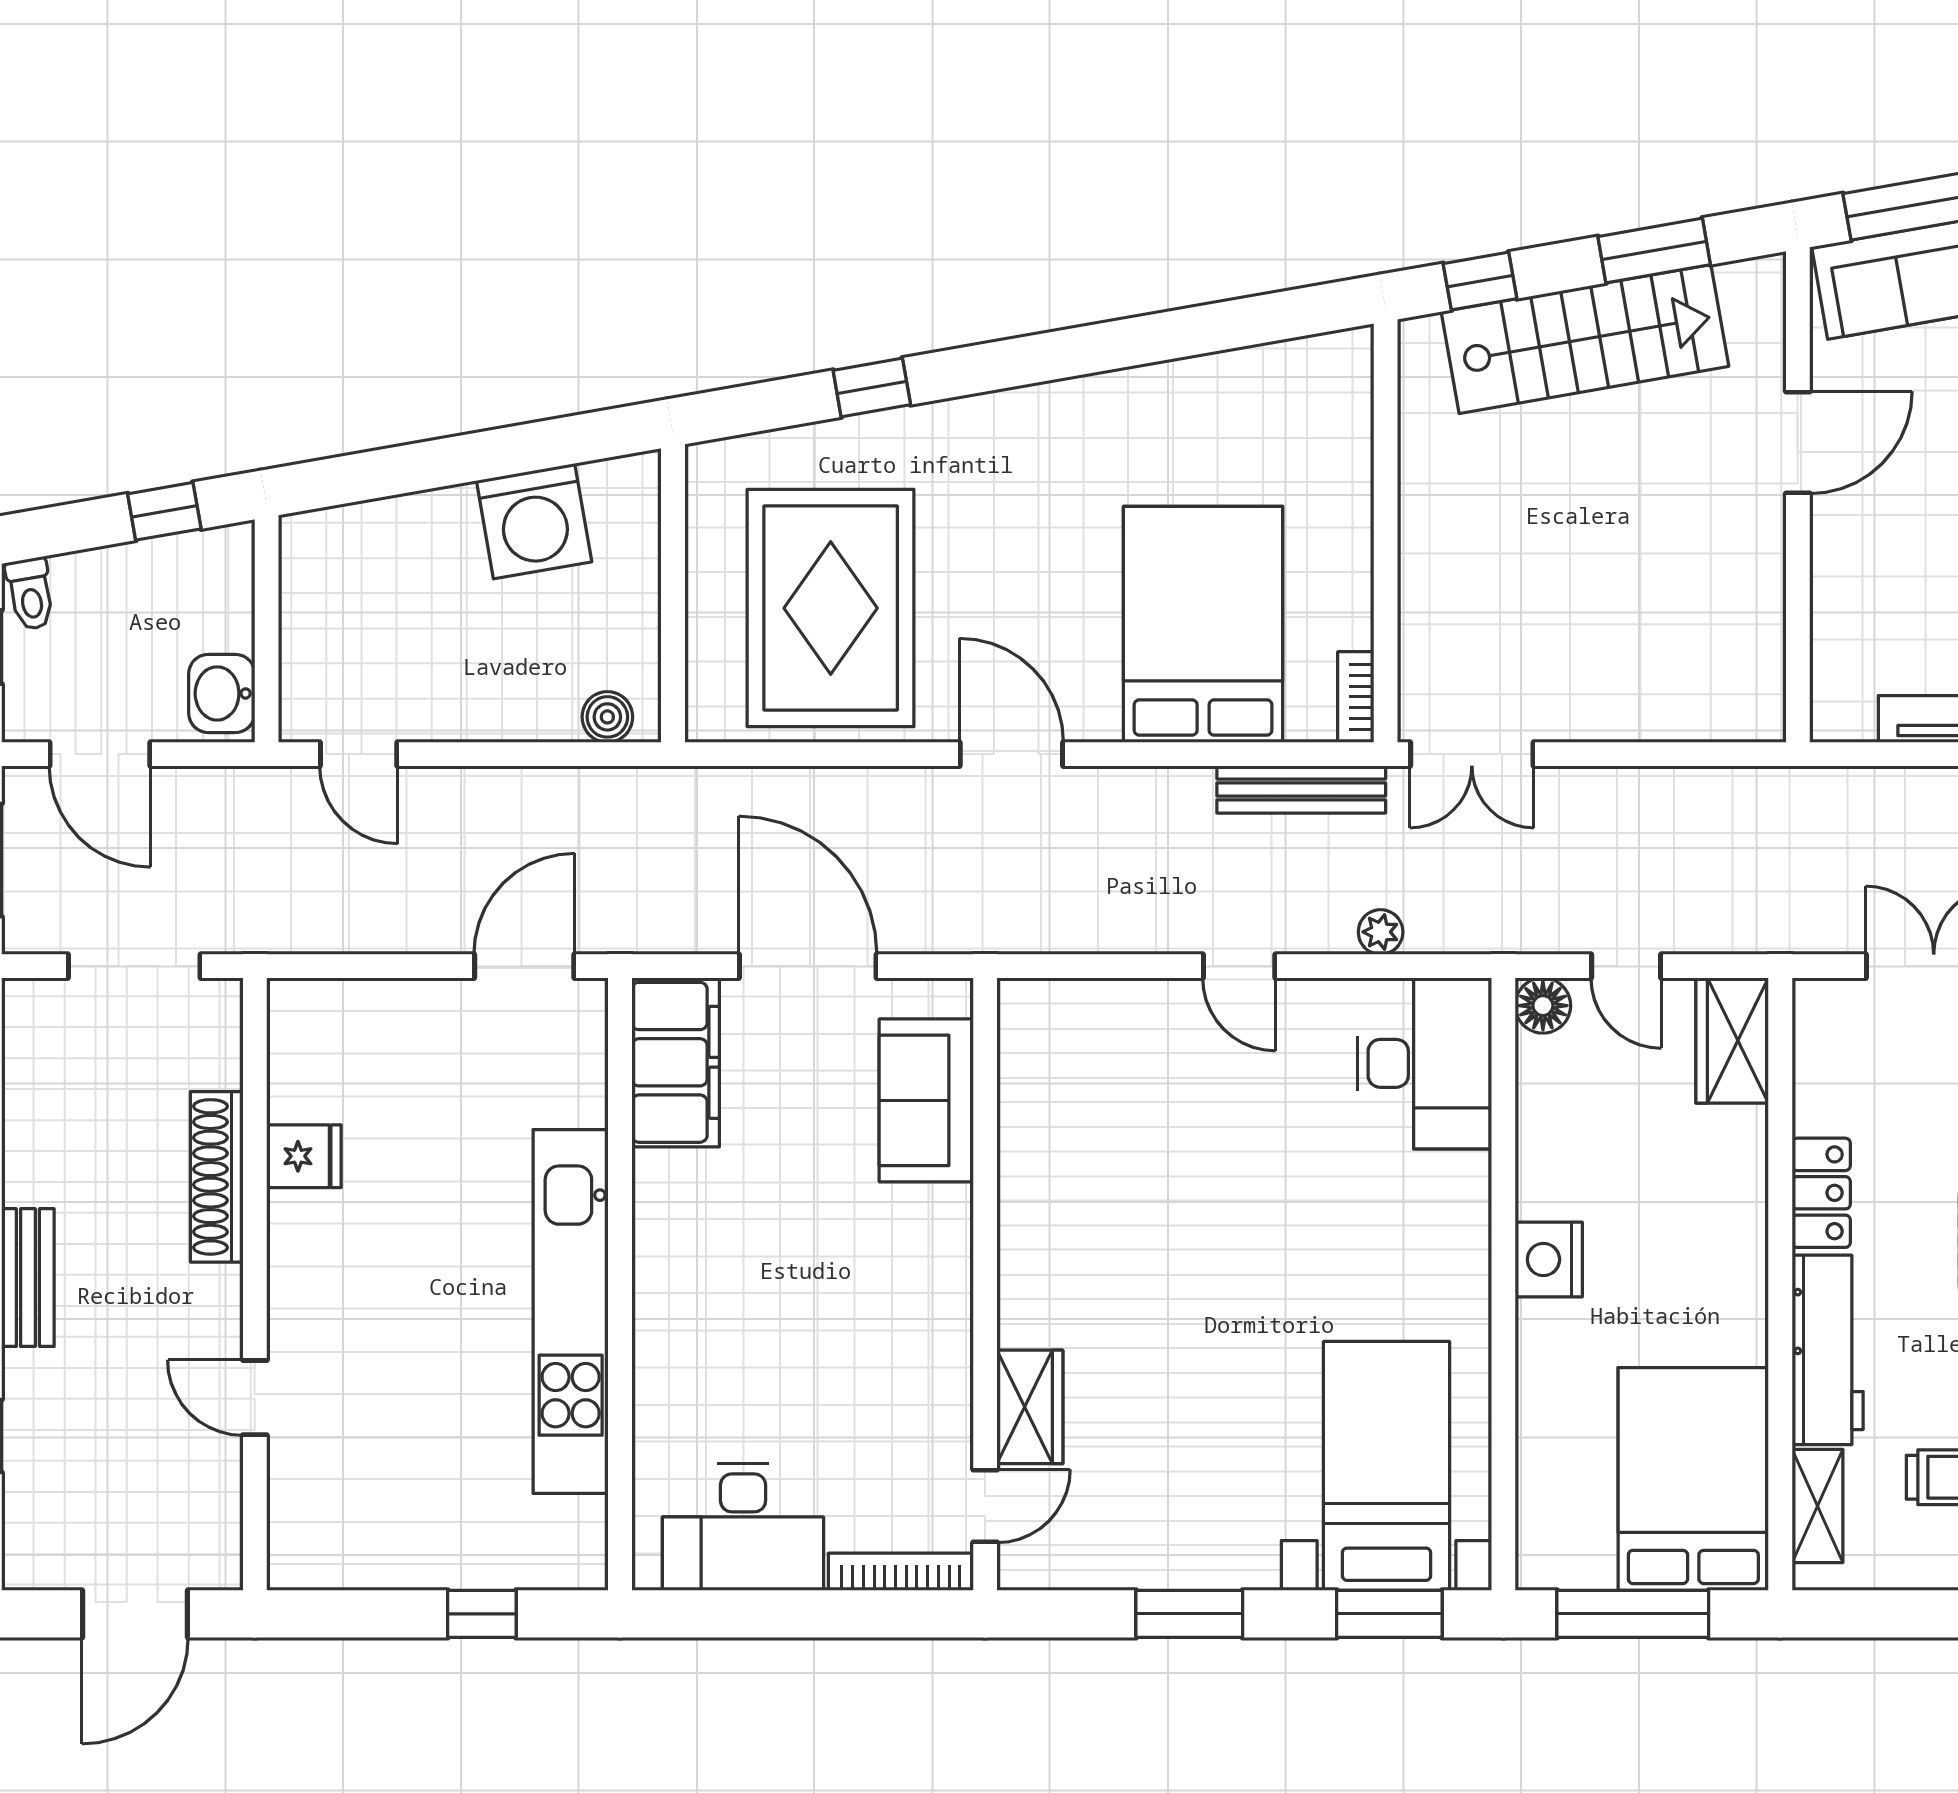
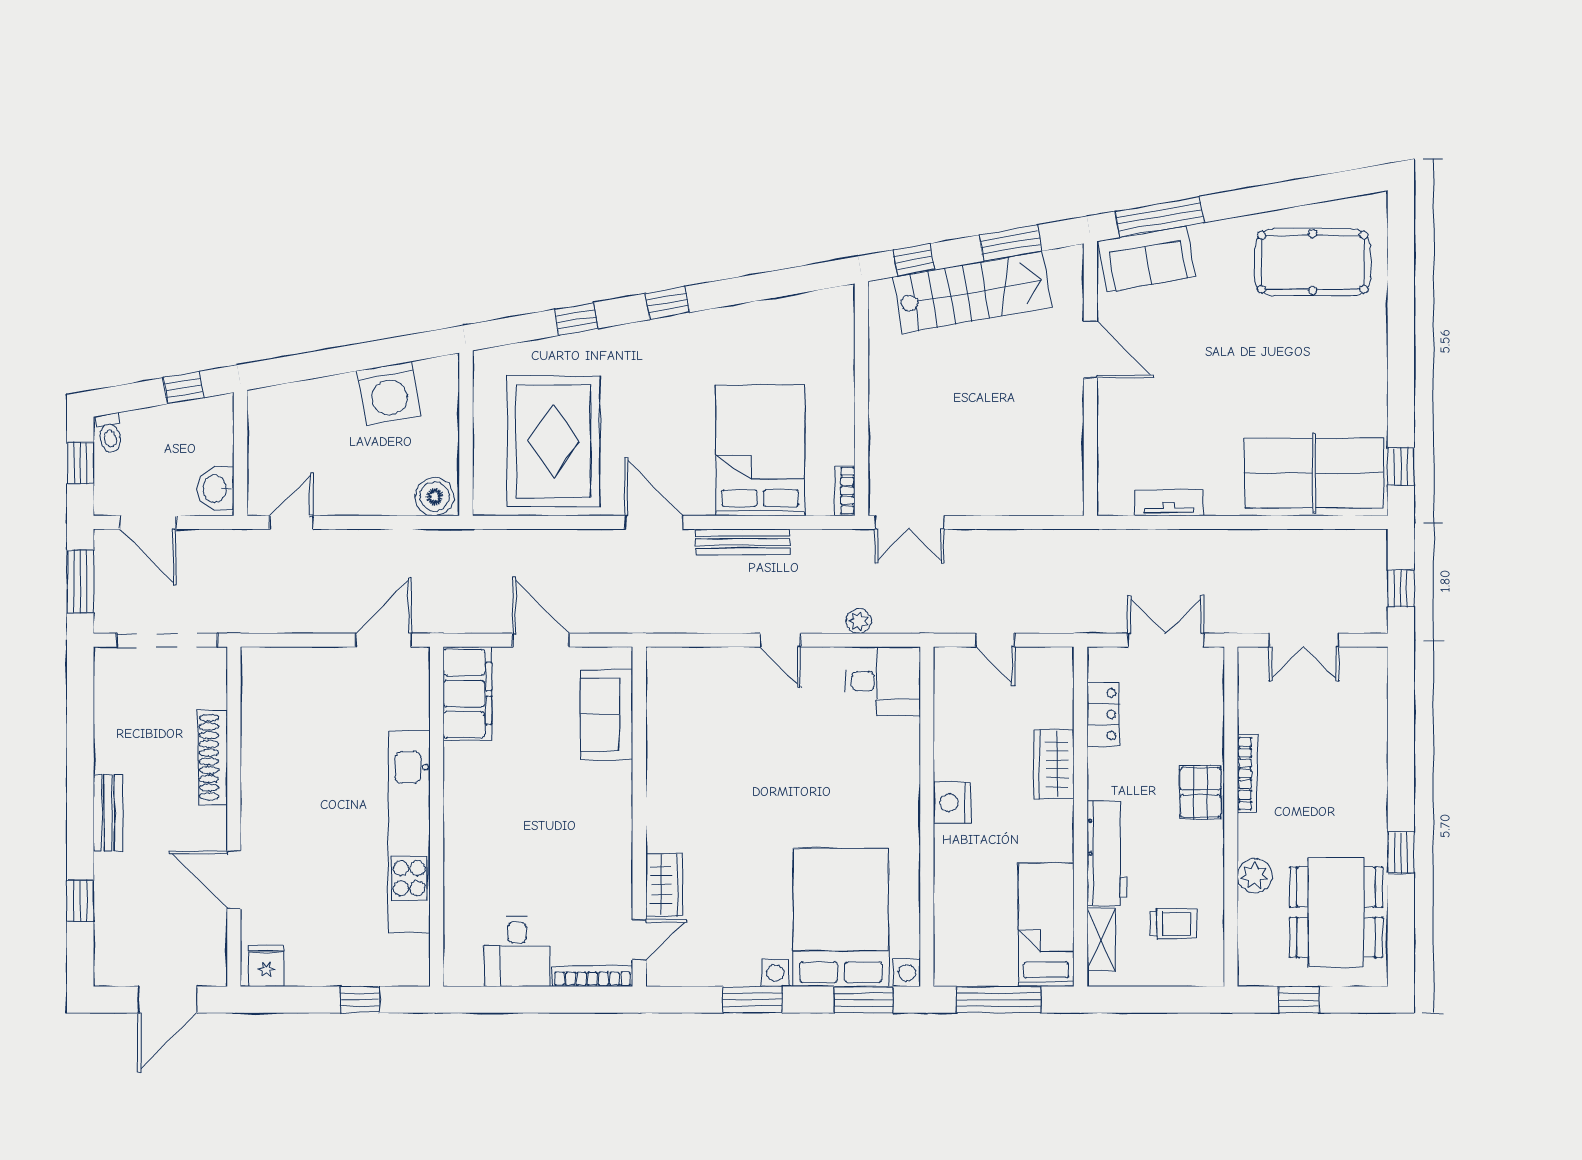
window: (1036, 359) -> (667, 303), added
door: (1798, 442) -> (1090, 349), hinge flipped
boiler: (607, 717) -> (435, 497), width x1.36, depth x1.36
door: (359, 754) -> (292, 522), swing flipped
bench: (1301, 789) -> (742, 542), moved
doorway: (134, 966) -> (167, 640), width x1.36
door: (808, 966) -> (541, 640), width x0.73
floor lamp: (1543, 1006) -> (949, 662), removed
wardrobe: (1732, 1040) -> (1054, 764), moved
desk: (1424, 1063) -> (883, 681), width x0.73
fridge: (304, 1156) -> (266, 966), moved, turned -90
locker: (1821, 1193) -> (1103, 714), moved
door: (255, 1398) -> (234, 880), width x1.38
bed with nightstands: (1386, 1466) -> (841, 917), width x1.36
bed: (1693, 1479) -> (1046, 925), width x0.67
desk: (743, 1527) -> (517, 951), width x0.73

